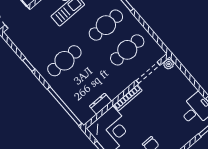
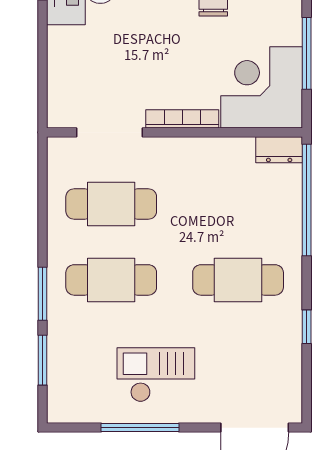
plant: (169, 64) -> (60, 117), removed
dresser: (101, 104) -> (279, 150), moved

